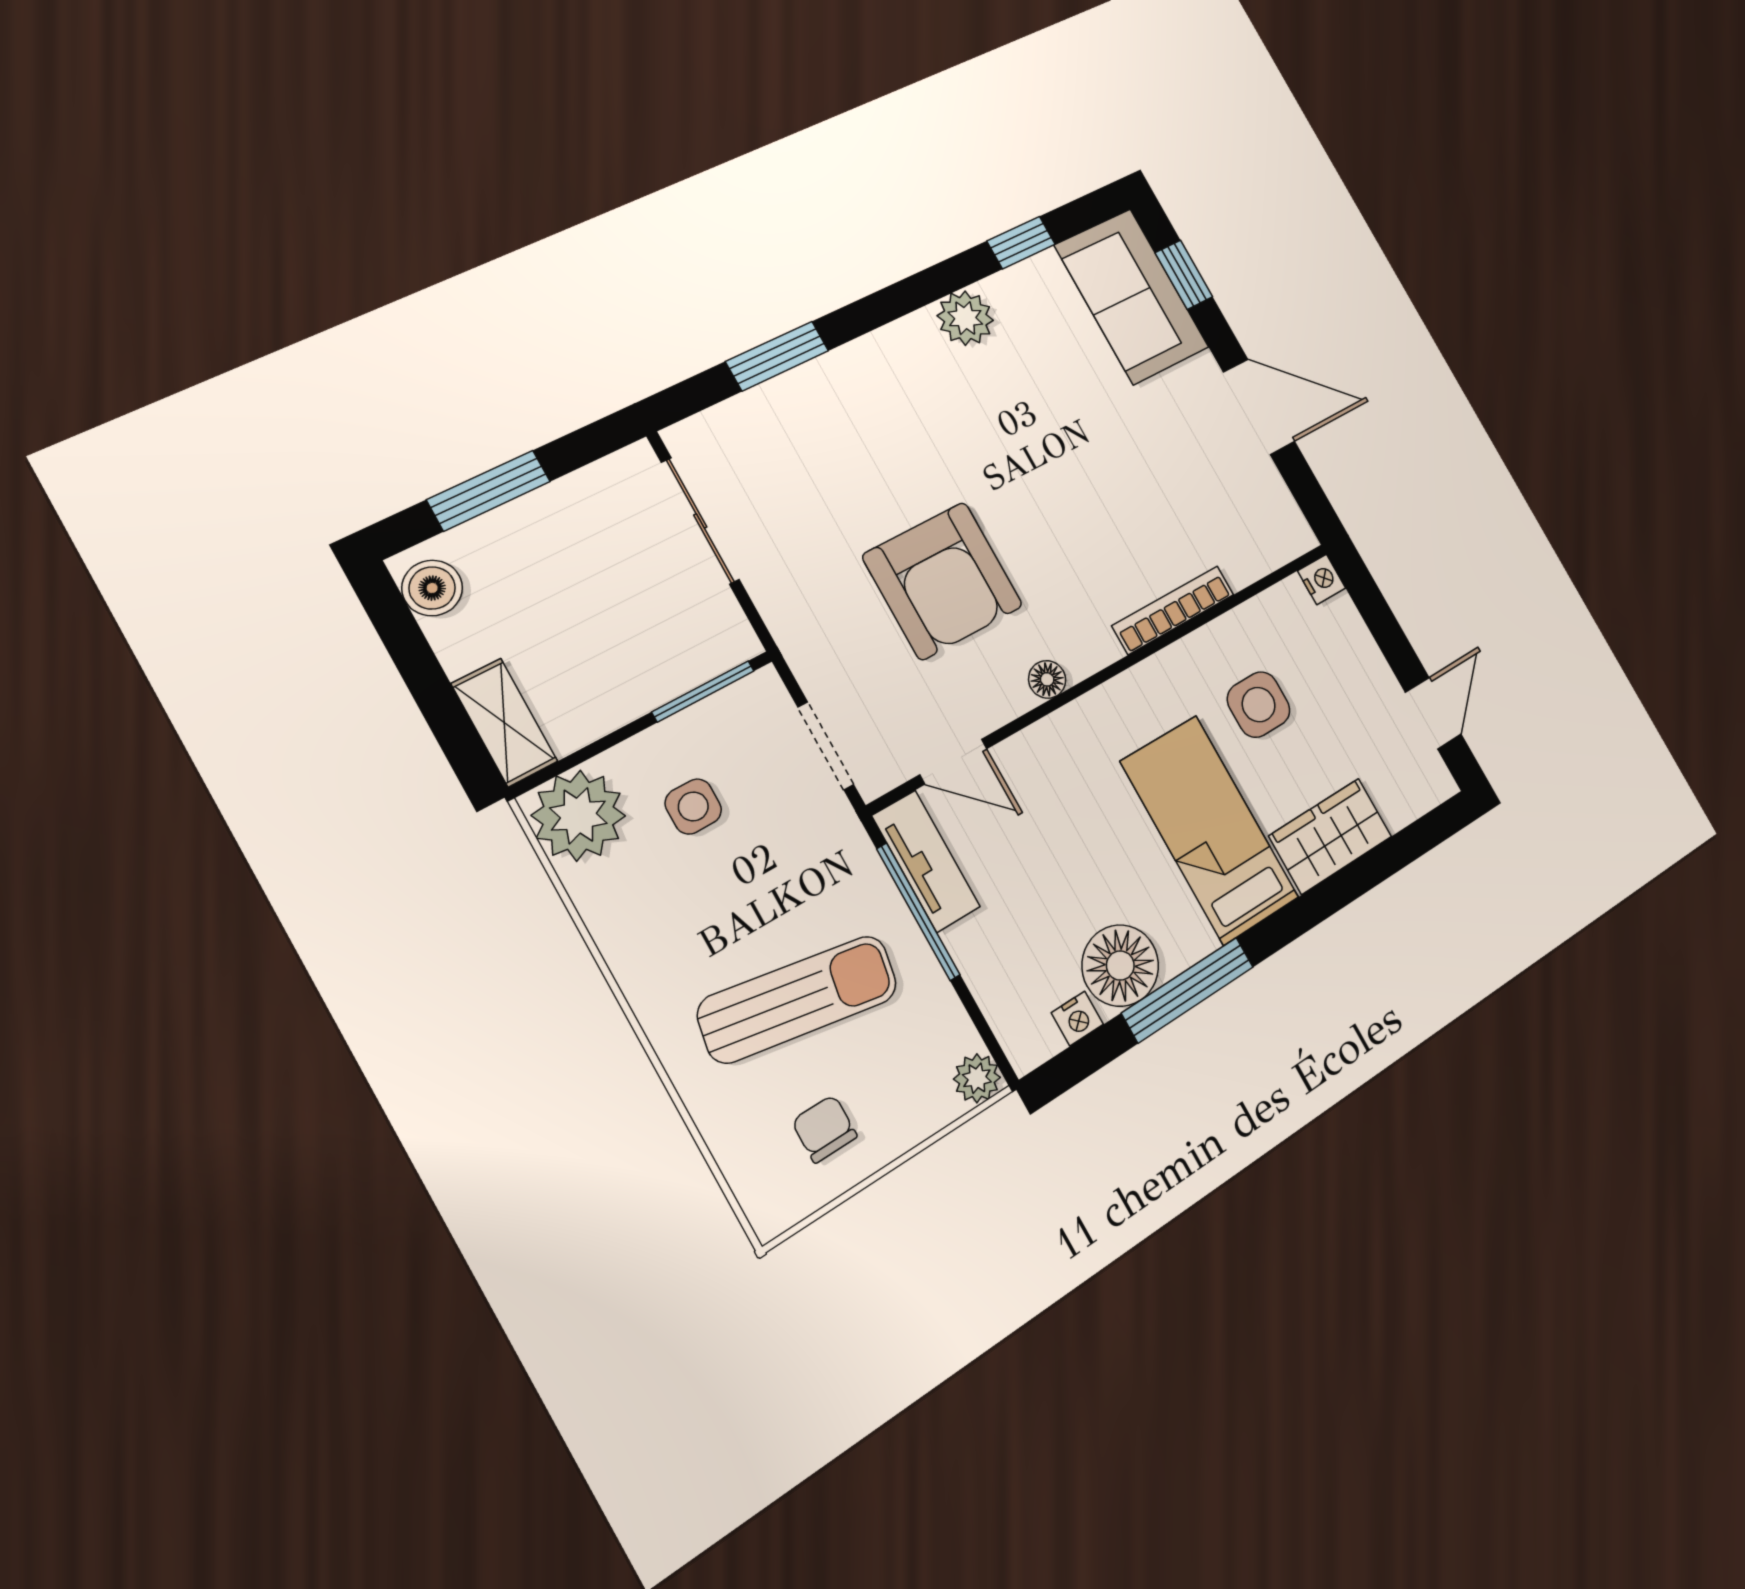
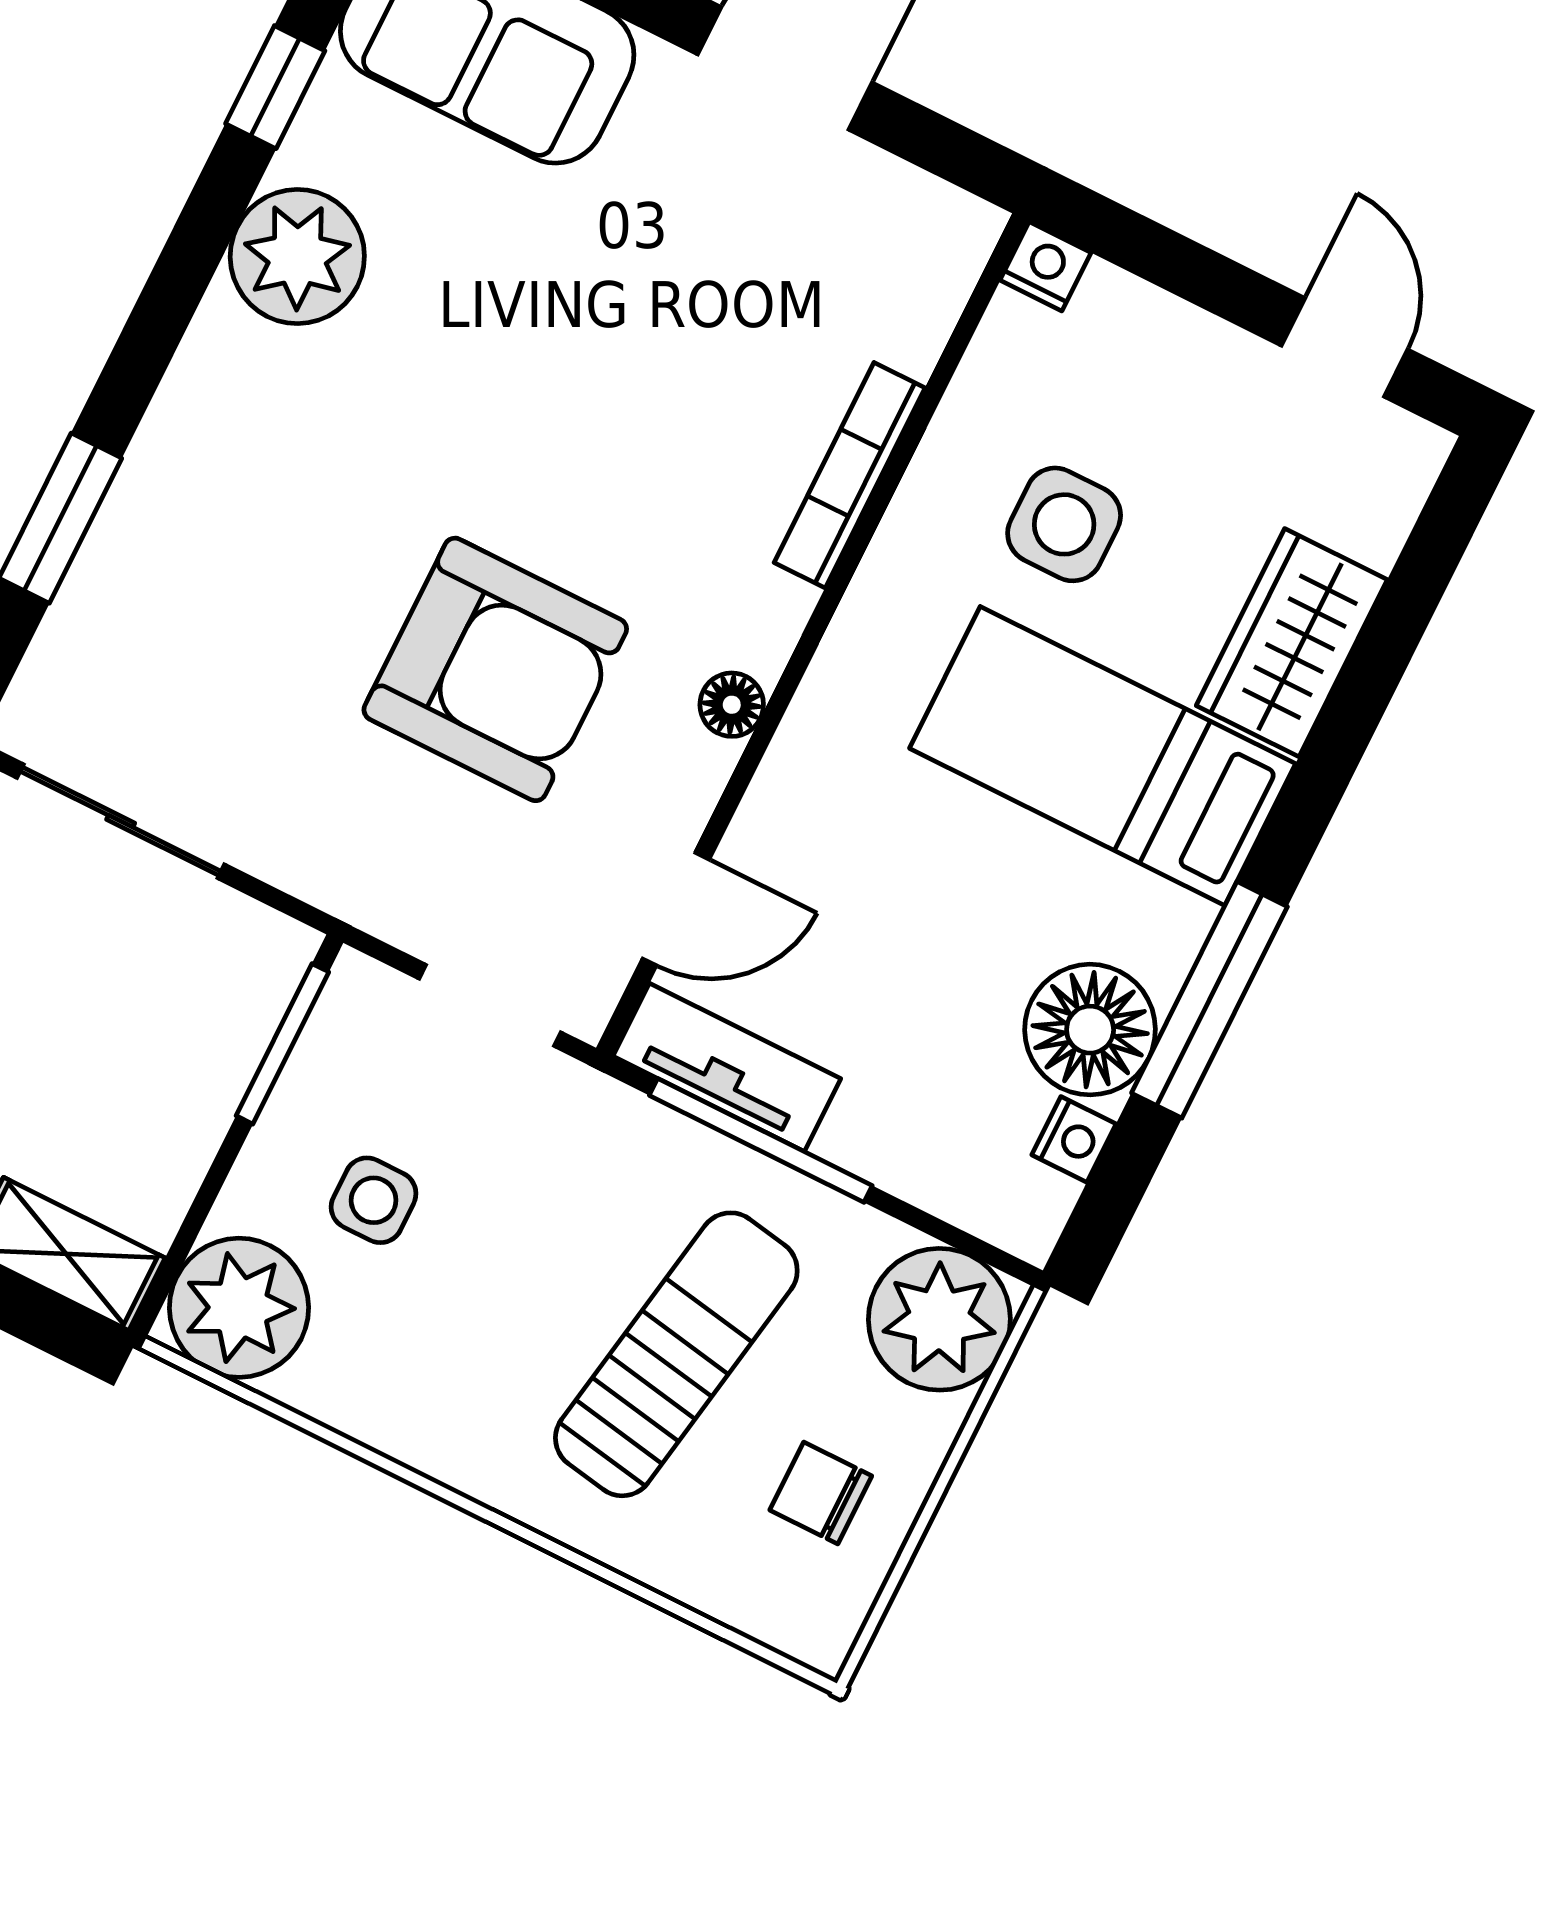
plant: (965, 318) -> (297, 256), width x1.36, depth x1.36
plant: (977, 1078) -> (939, 1319), width x1.87, depth x1.87

